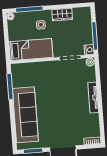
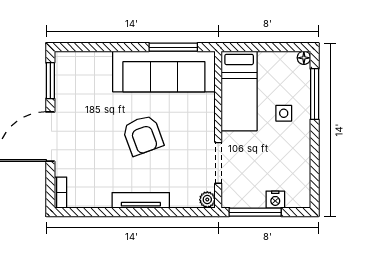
wardrobe: (62, 15) -> (300, 154), removed
nightstand: (89, 50) -> (275, 200), moved
armchair: (58, 99) -> (143, 135), added
sofa: (25, 115) -> (164, 71), moved

